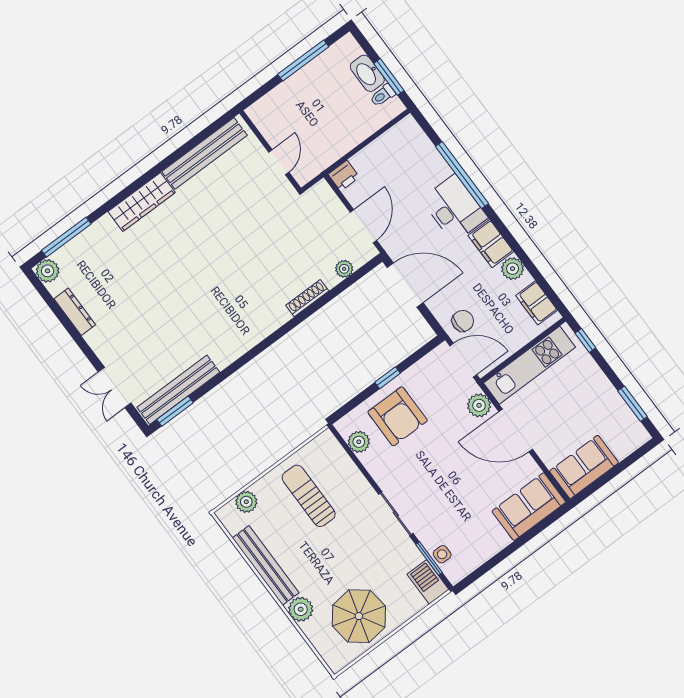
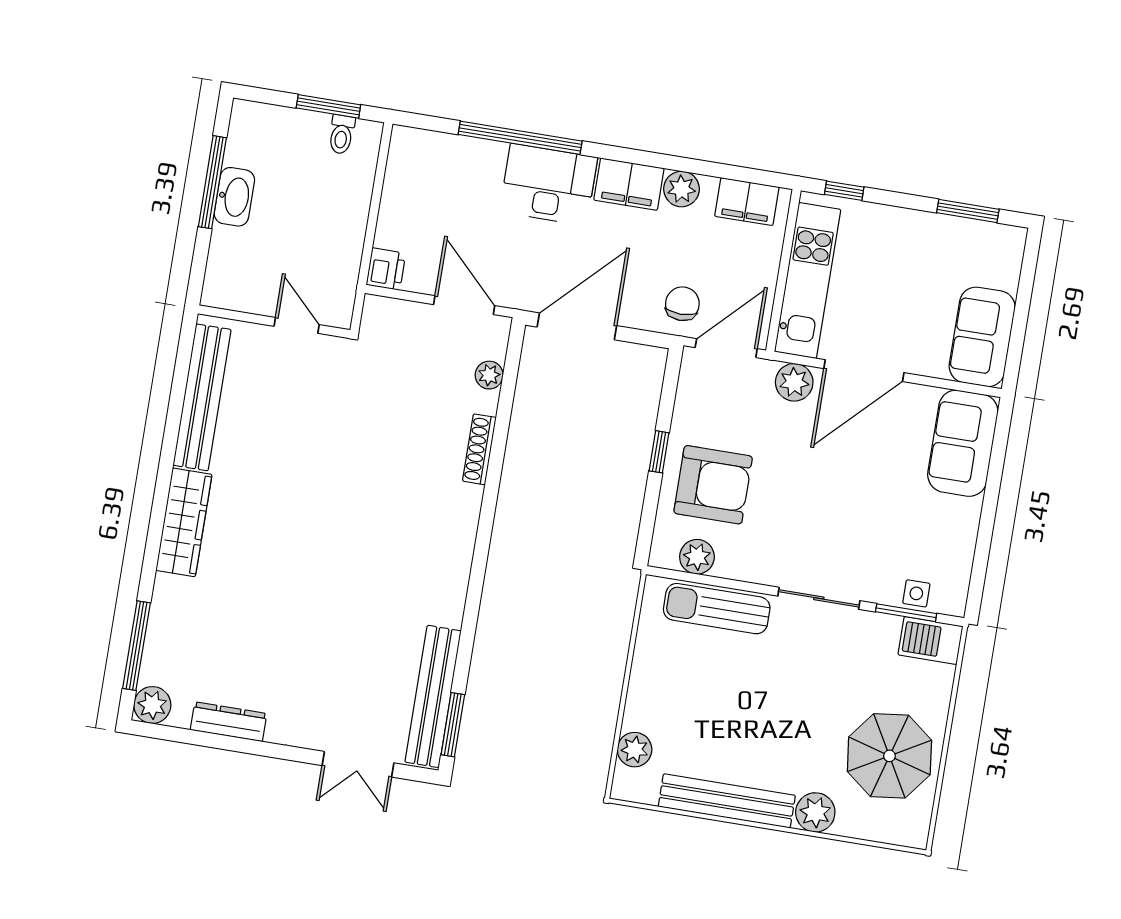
washbasin: (367, 73) -> (234, 197), moved, turned -90
sun lounger: (309, 496) -> (717, 609), moved

